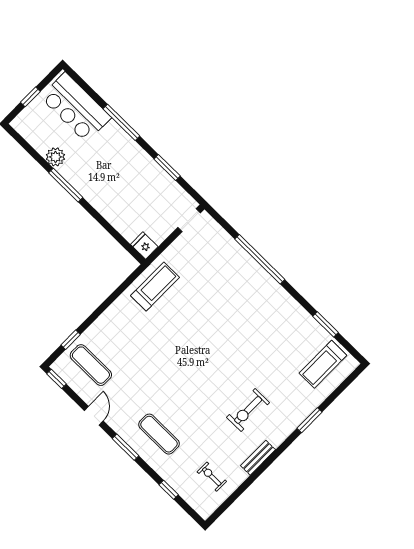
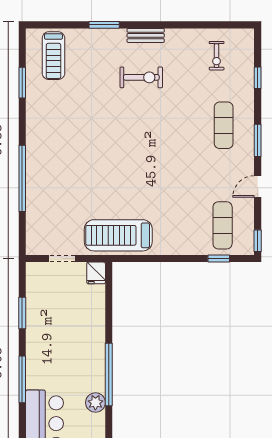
window: (66, 185) -> (109, 374), width x1.46
doorway: (189, 220) -> (62, 259), moved
treadmill: (155, 287) -> (118, 235), width x1.37, depth x1.38
treadmill: (323, 364) -> (53, 56), turned 90
bench: (258, 458) -> (146, 35), moved

